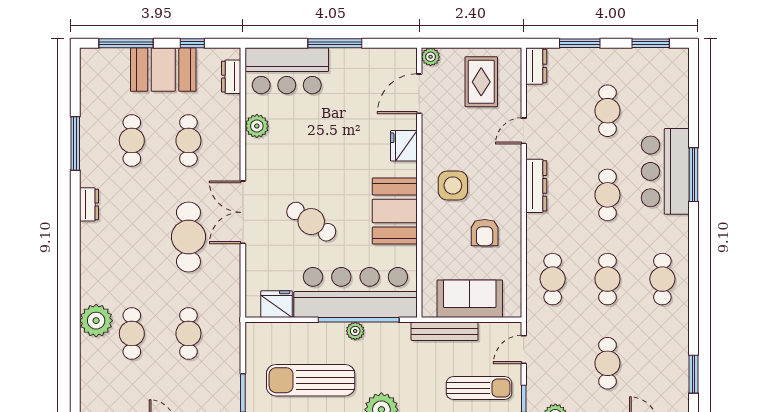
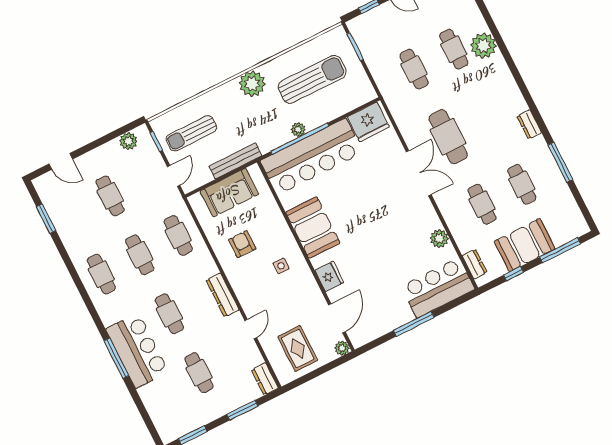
side table: (453, 185) -> (281, 266), width x0.54, depth x0.54
cafe table: (311, 222) -> (368, 191), removed
fridge: (277, 304) -> (368, 122), width x1.36, depth x1.34

